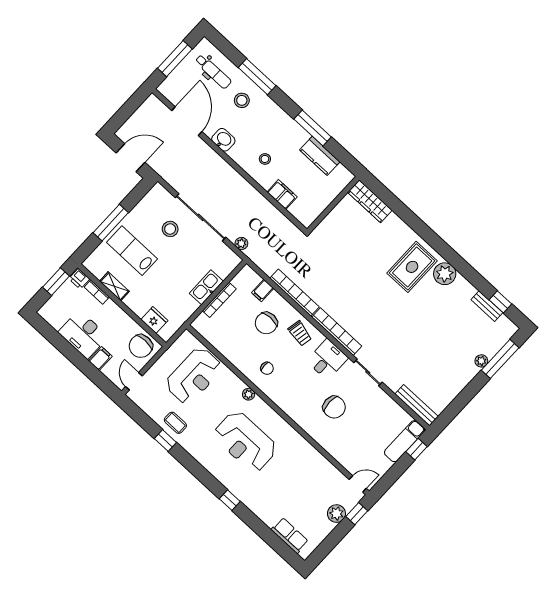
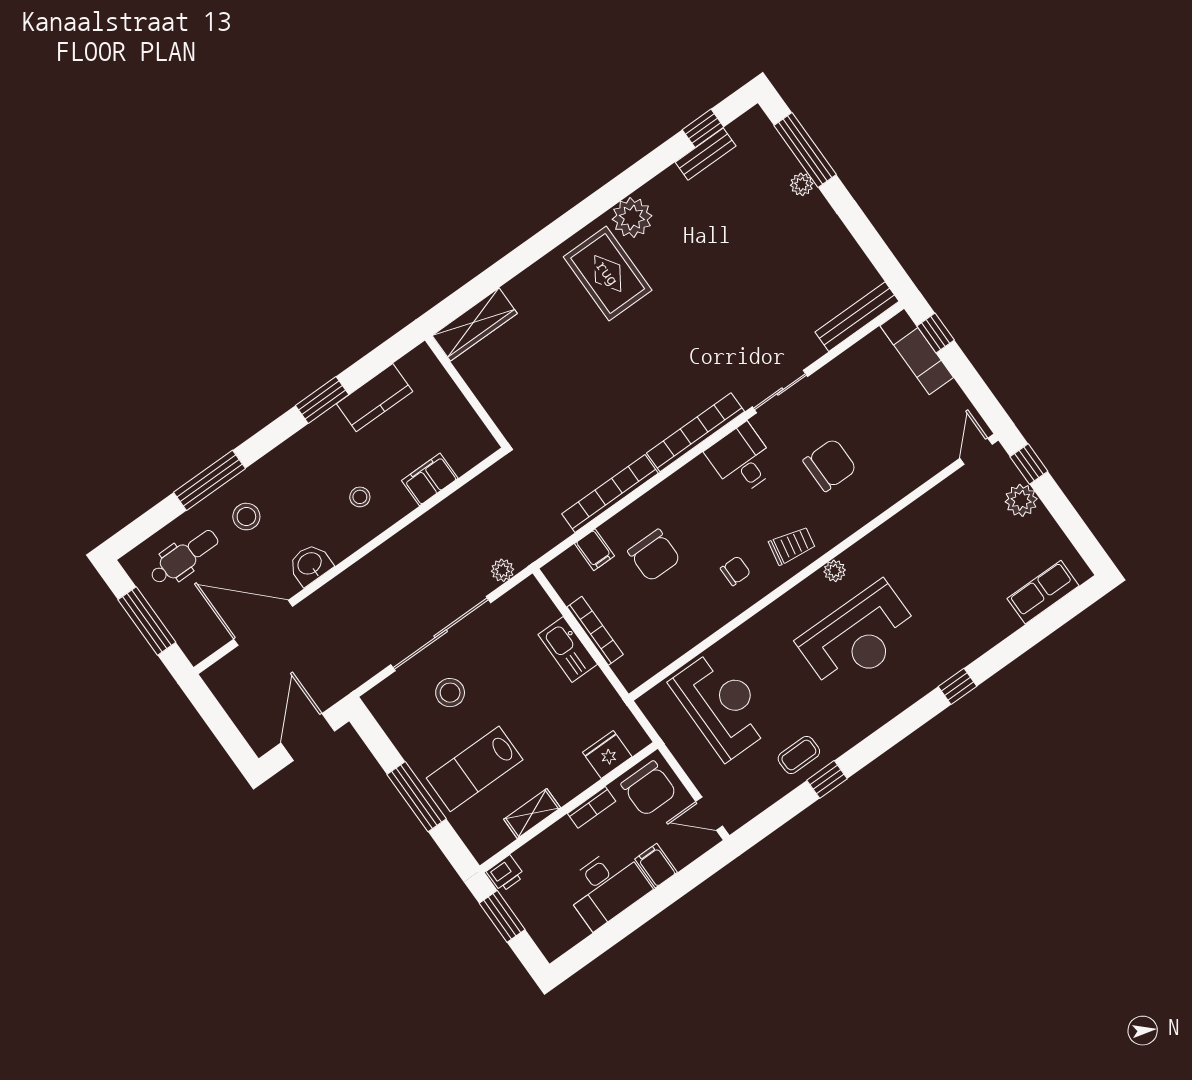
window: (313, 128) -> (322, 400), width x0.69
bookcase: (97, 292) -> (592, 807), moved
trolley: (300, 333) -> (792, 545), moved
plant: (249, 394) -> (835, 571), moved

